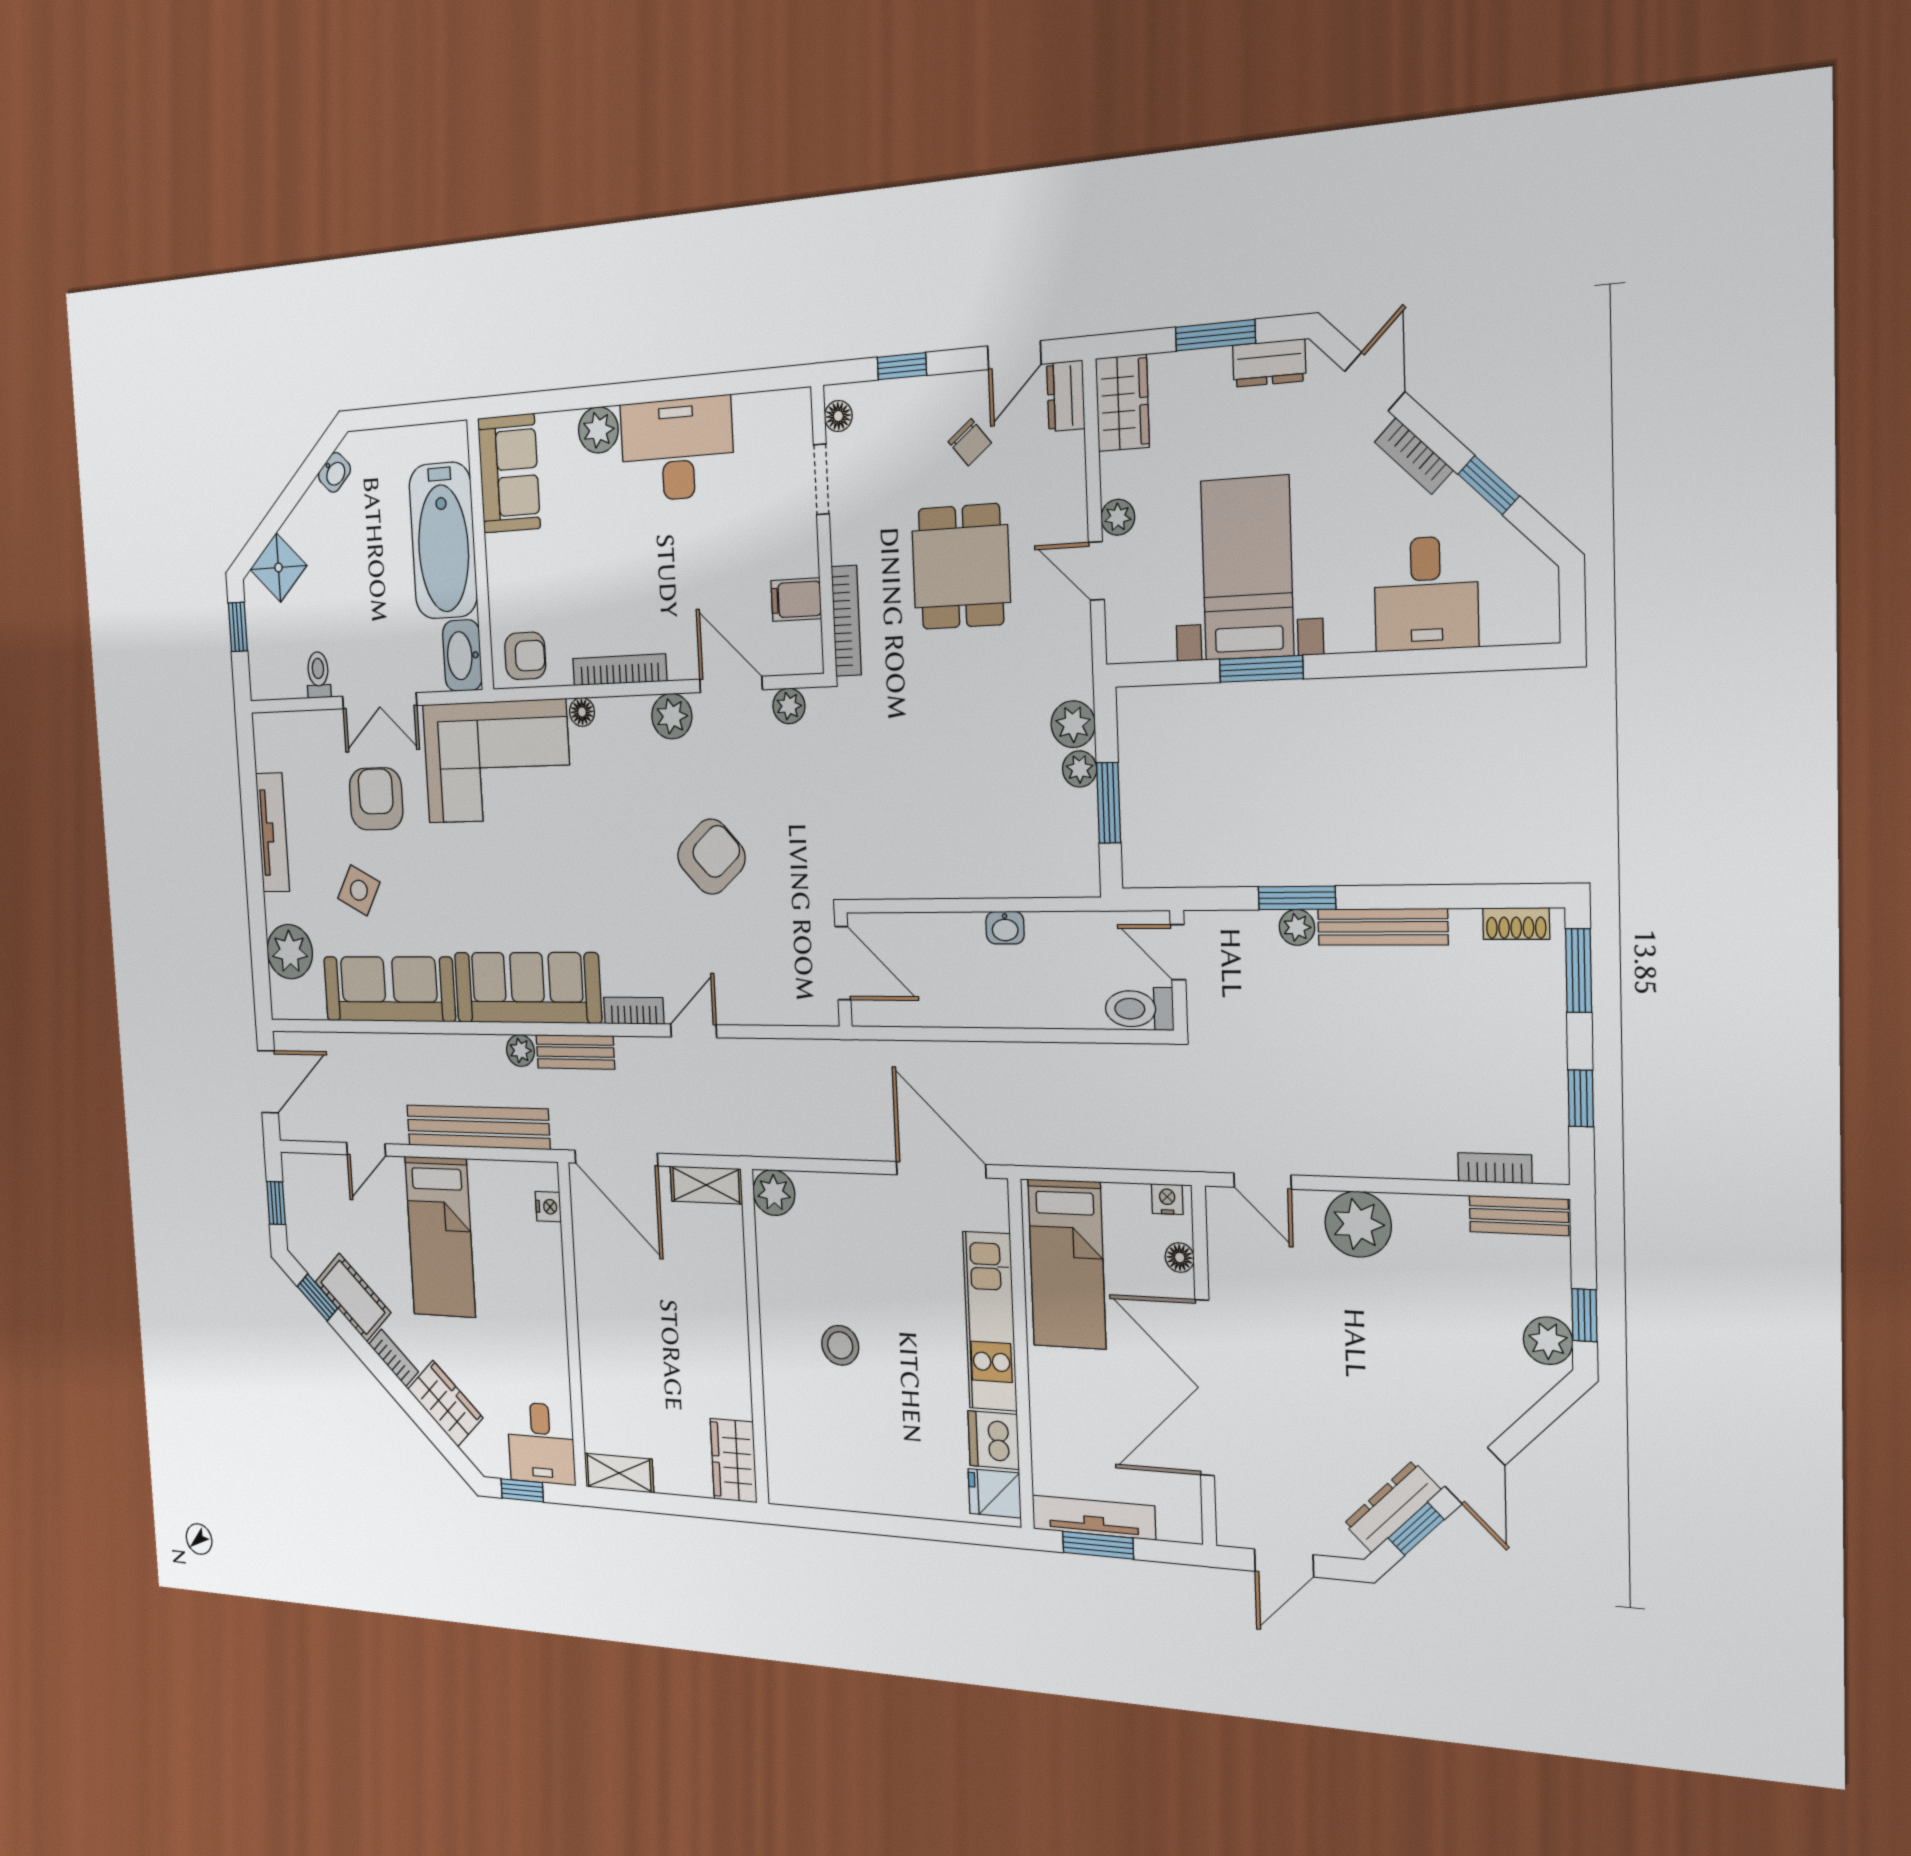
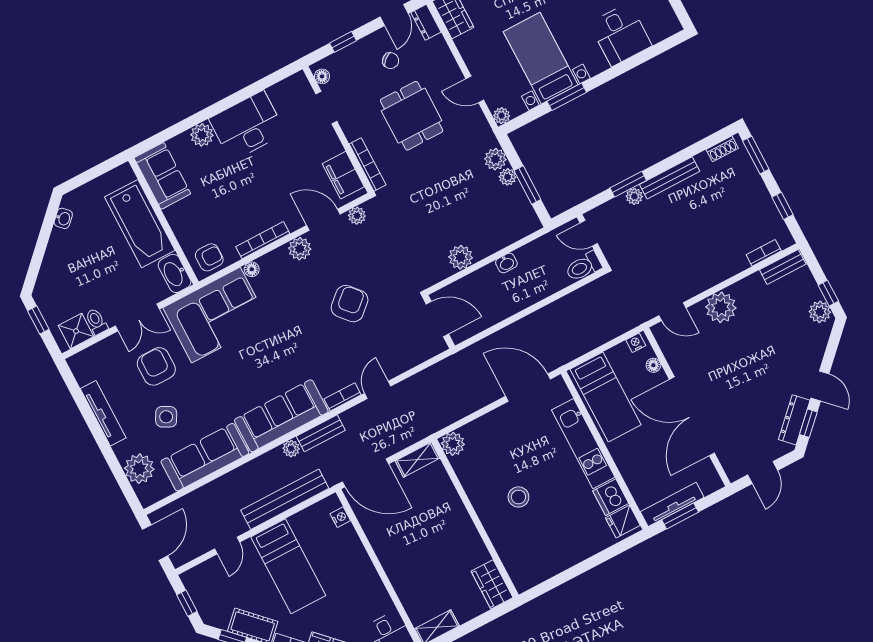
plant: (1118, 517) -> (502, 116), moved
shower: (278, 567) -> (76, 331), moved, turned 45
filing cabinet: (796, 600) -> (343, 175), width x2.00
plant: (930, 874) -> (461, 257), added

